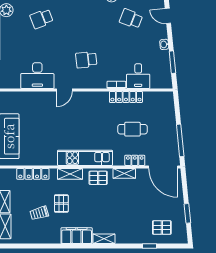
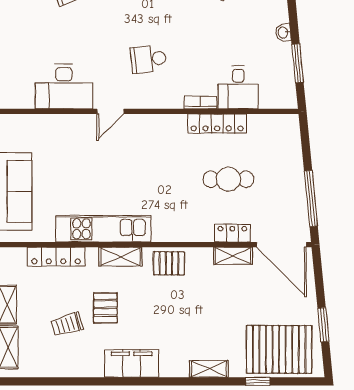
kitchen unit: (85, 158) -> (103, 229), moved
shelving: (124, 173) -> (233, 256), moved
pallet: (162, 228) -> (279, 349), width x2.05, depth x2.00
shelving: (104, 239) -> (209, 369), moved

